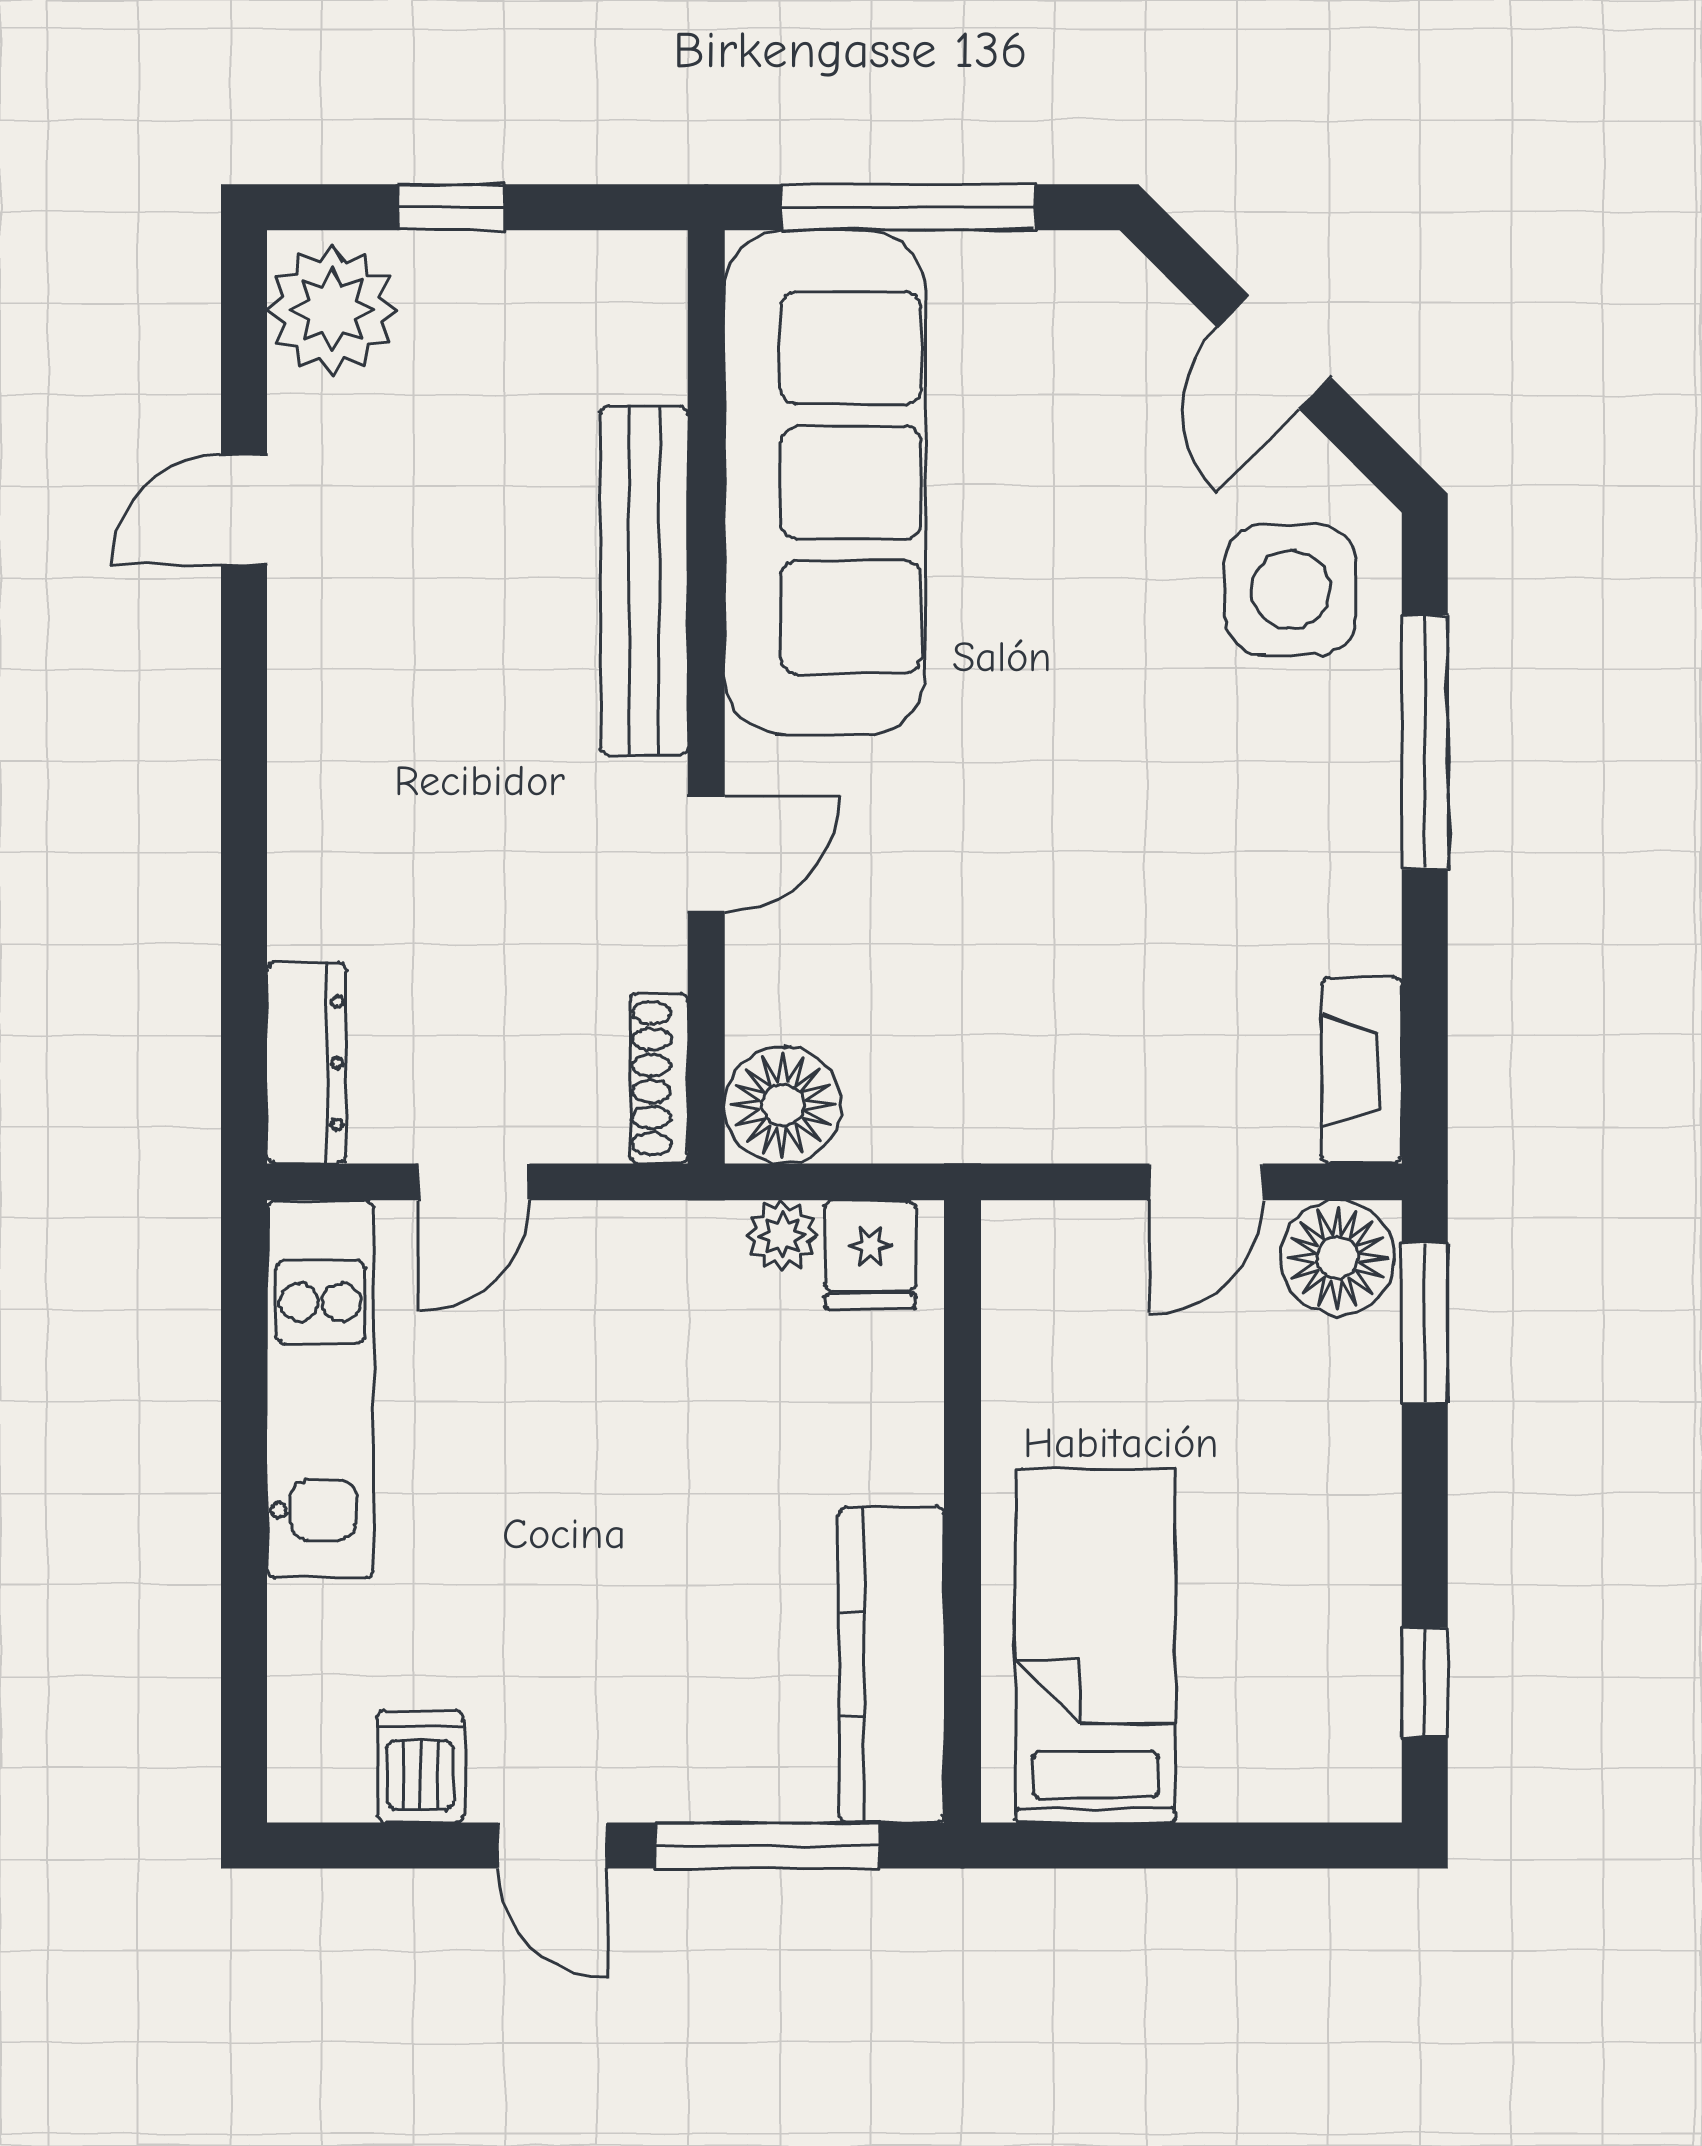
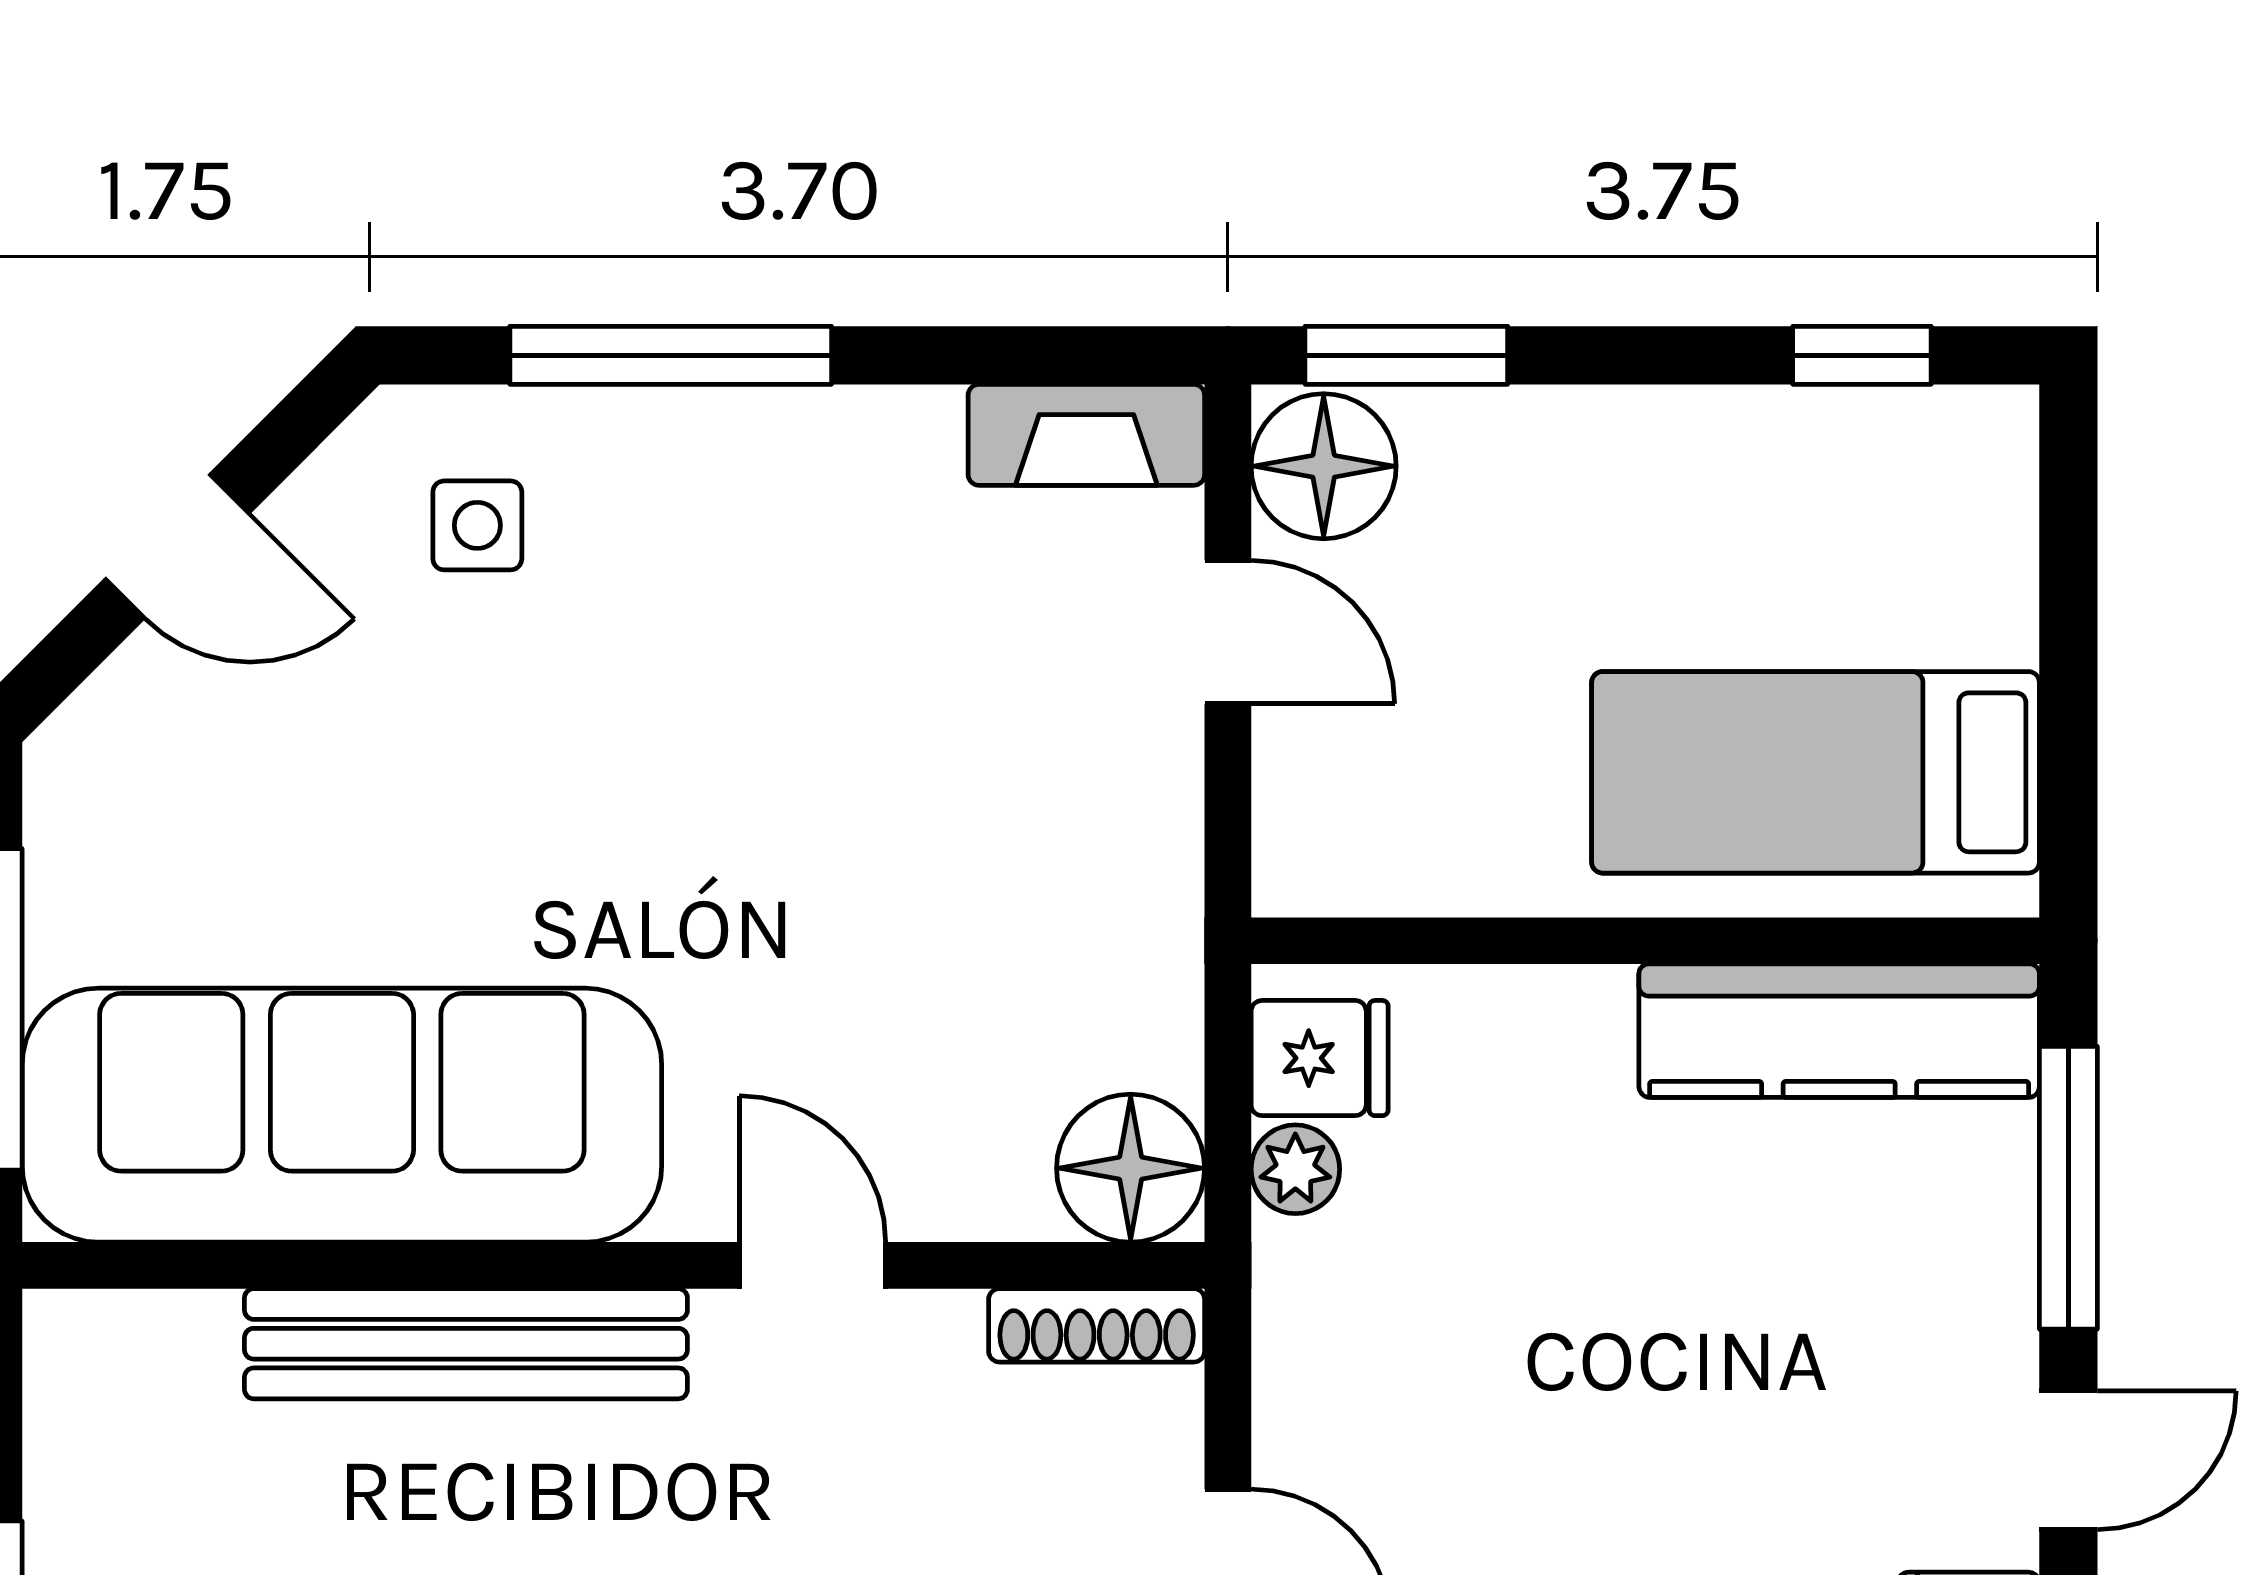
side table: (1290, 590) -> (477, 525), width x0.54, depth x0.54

